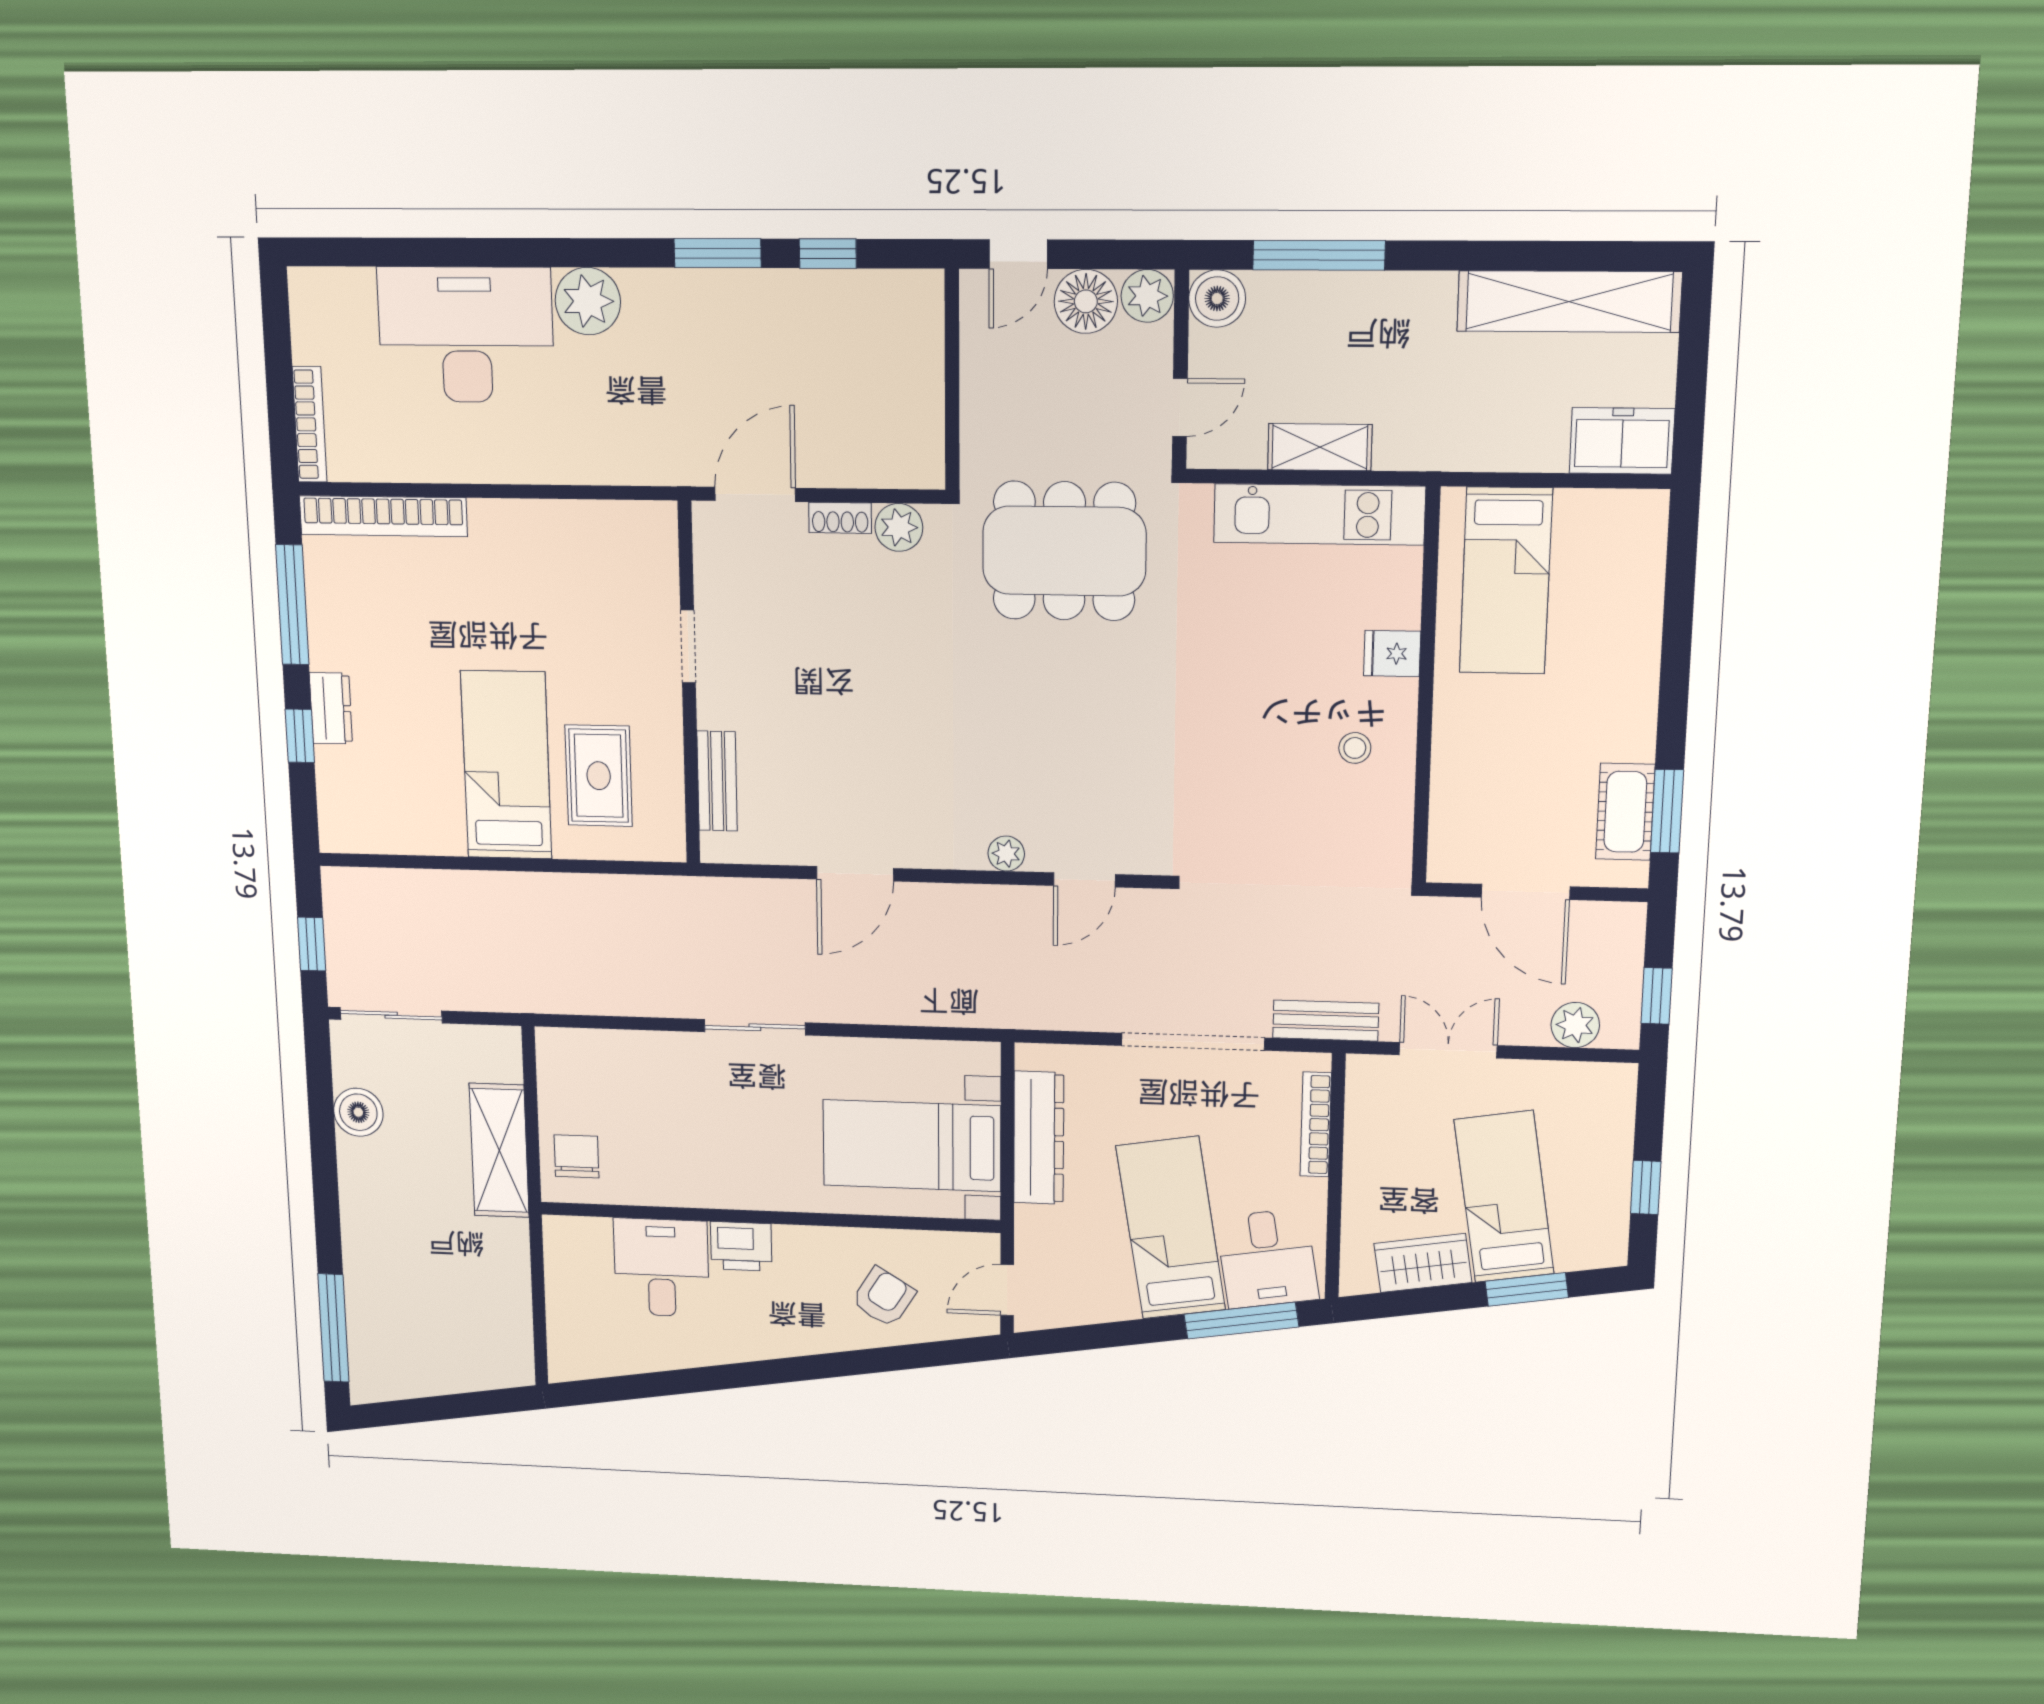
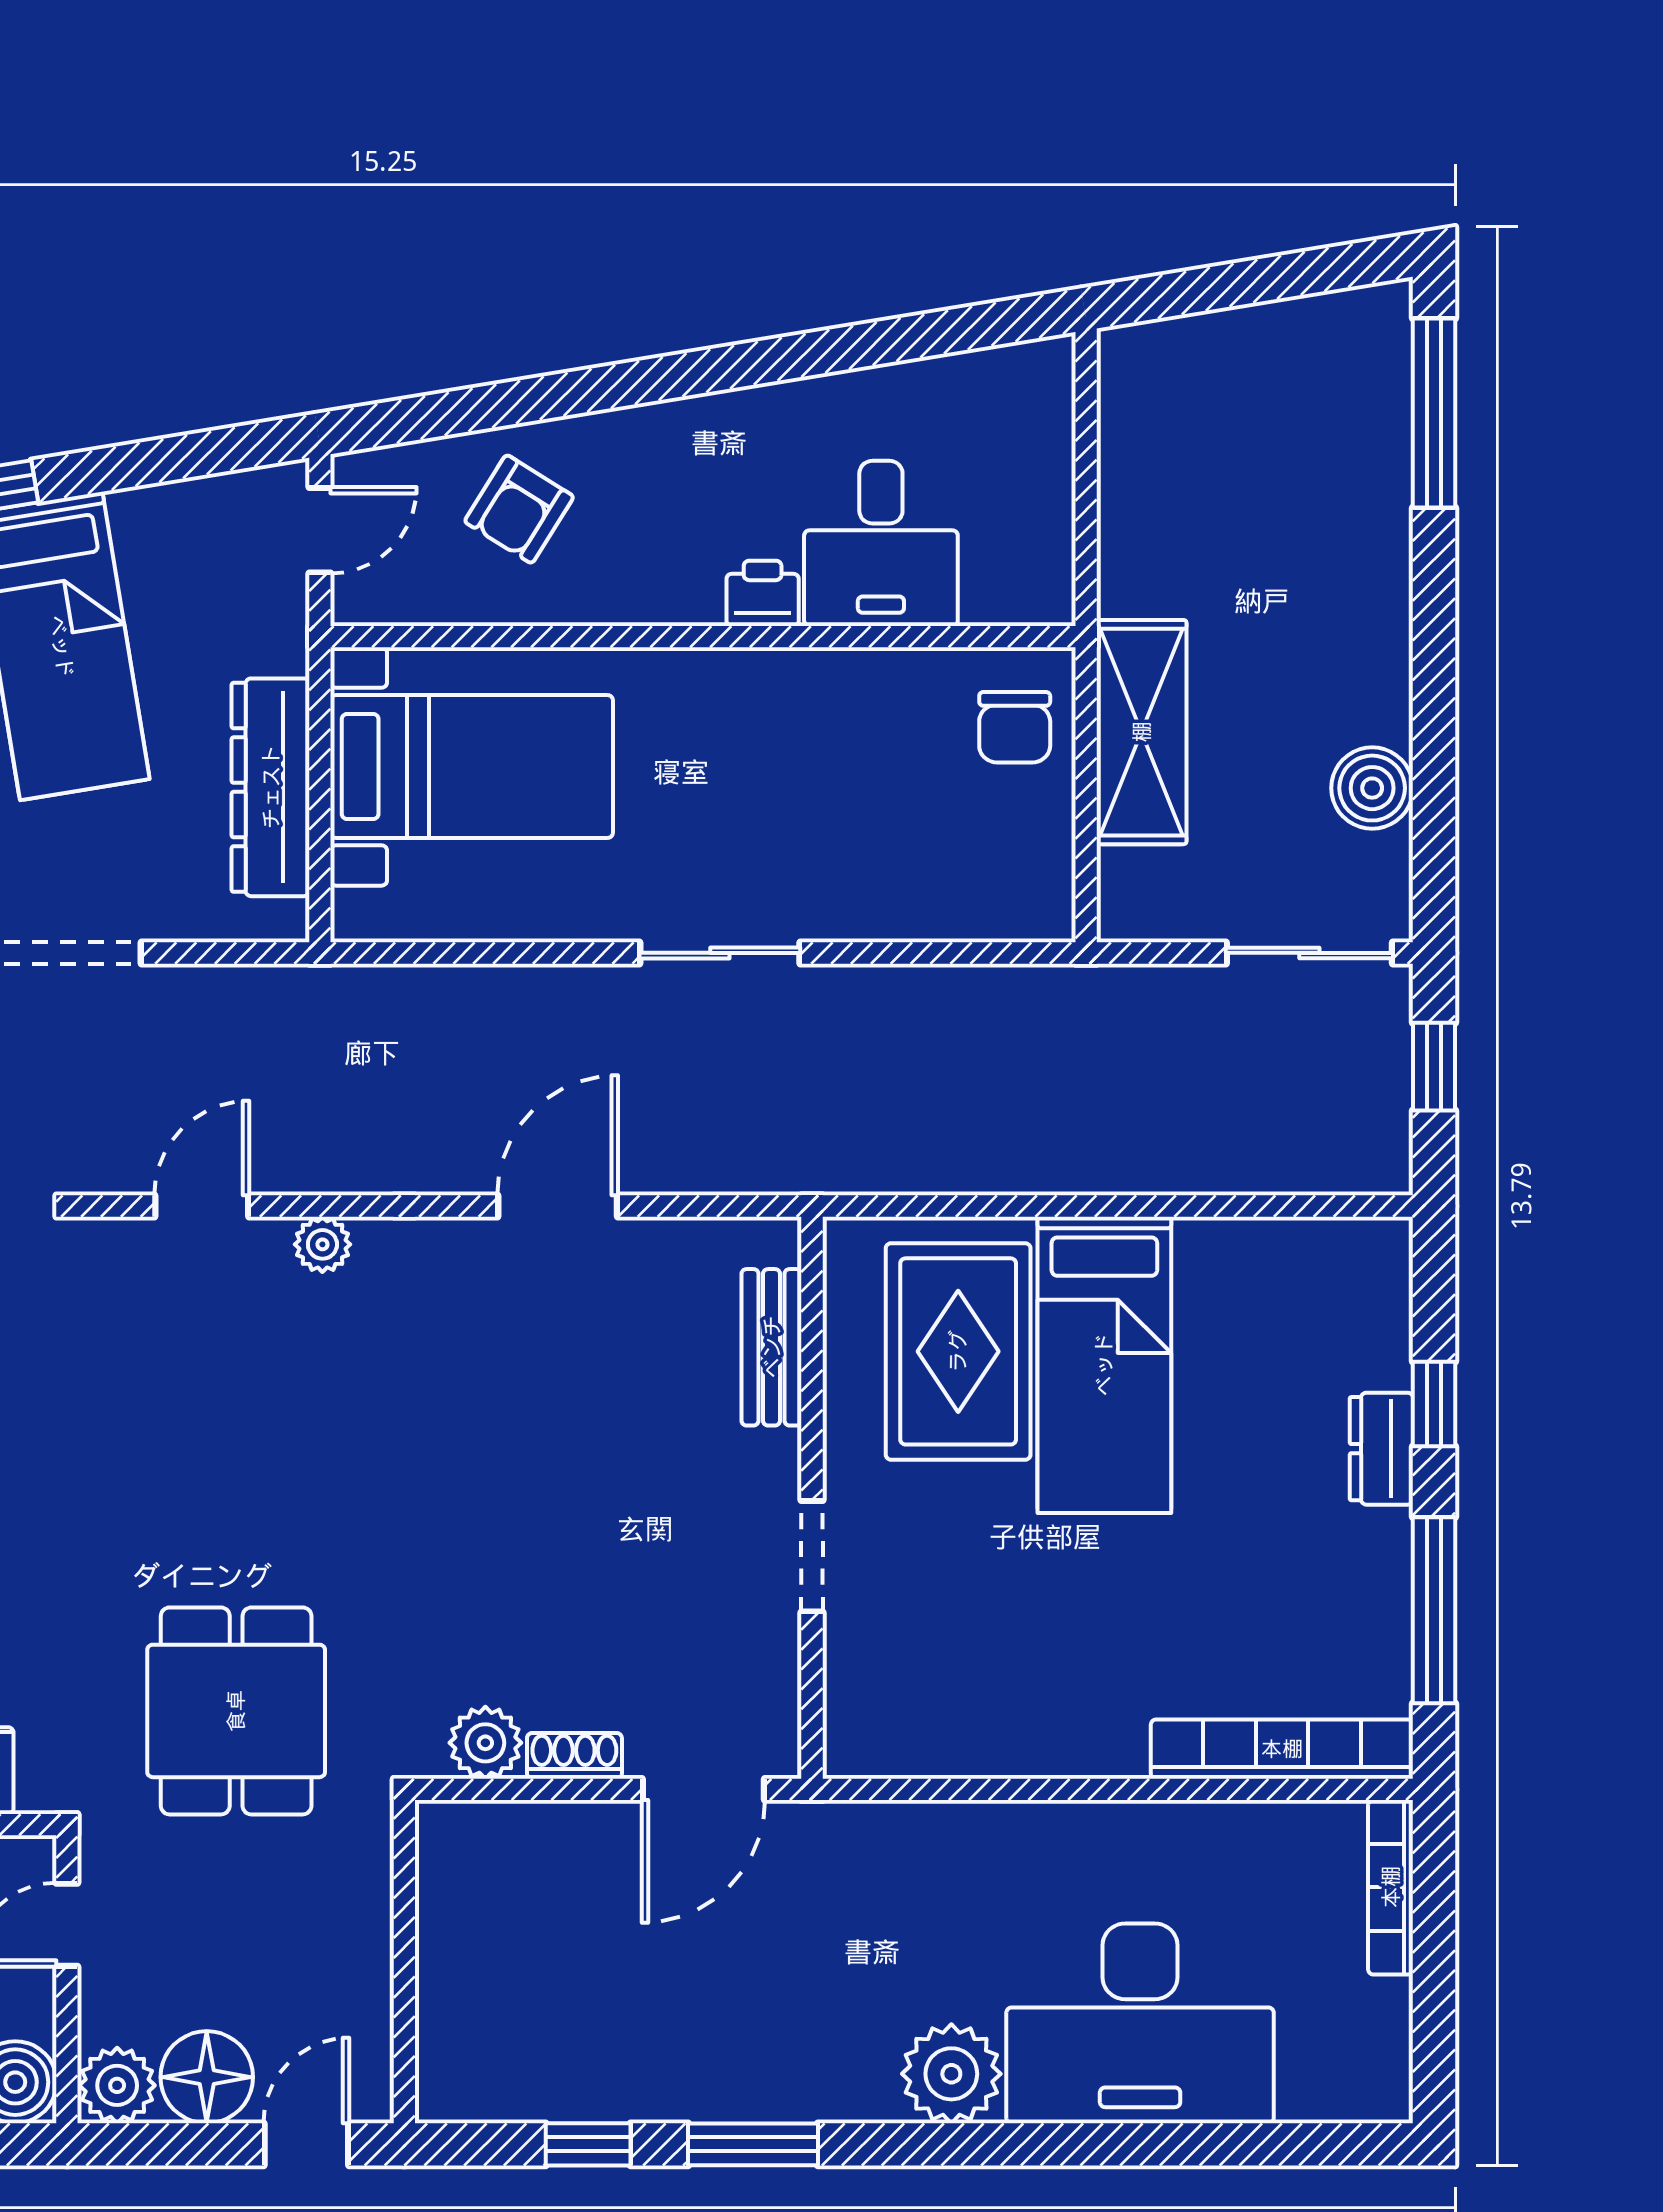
dining table: (1064, 551) -> (236, 1711), width x0.73
rug: (599, 776) -> (958, 1351), width x1.36, depth x1.43
printer: (741, 1246) -> (763, 593), width x0.73, depth x0.81

